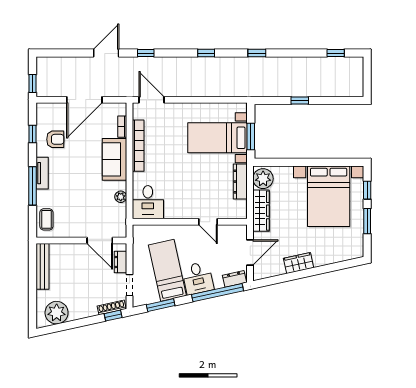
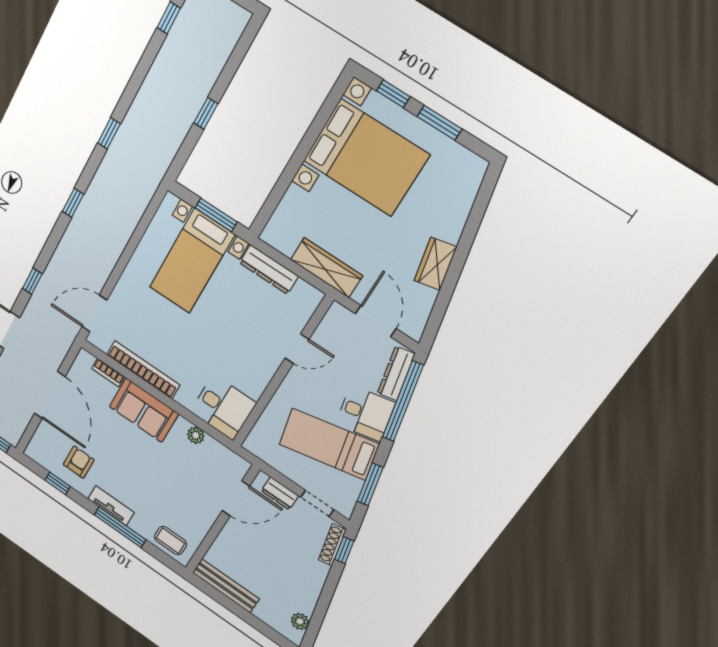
plant: (263, 179) -> (284, 236), removed
dresser: (235, 279) -> (396, 374), width x1.44
plant: (57, 313) -> (300, 621), width x0.53, depth x0.53

